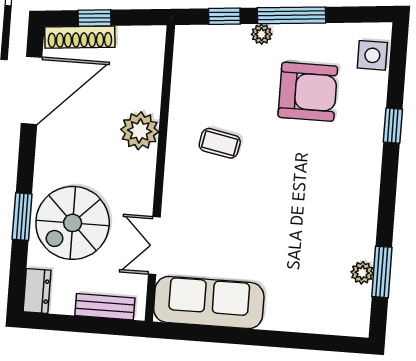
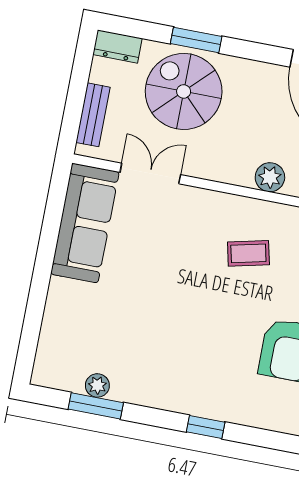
window: (393, 126) -> (206, 427), moved
plant: (140, 131) -> (270, 177), width x0.73, depth x0.73
coffee table: (220, 143) -> (248, 253), turned 66

